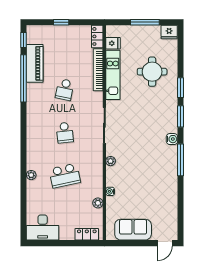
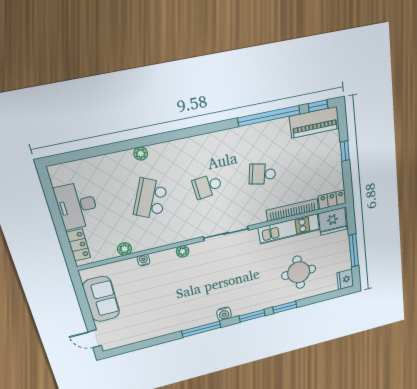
fridge: (113, 43) -> (333, 221), width x1.88, depth x1.34
piano: (35, 63) -> (315, 122), moved
school desk: (65, 176) -> (150, 199), turned 36
desk: (43, 227) -> (77, 206), moved

